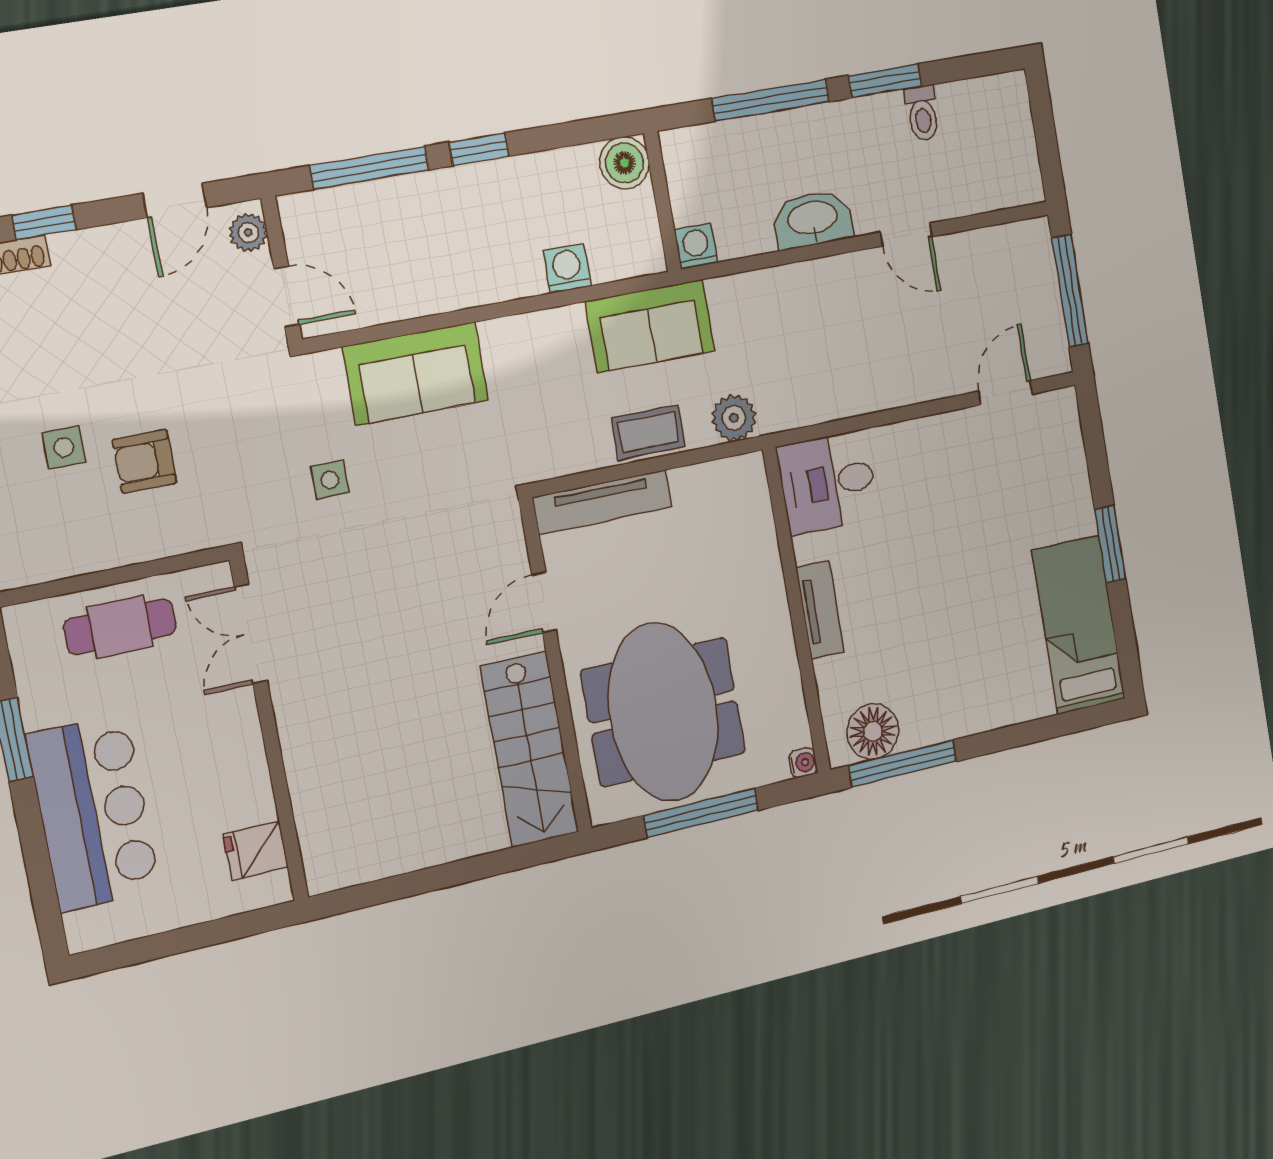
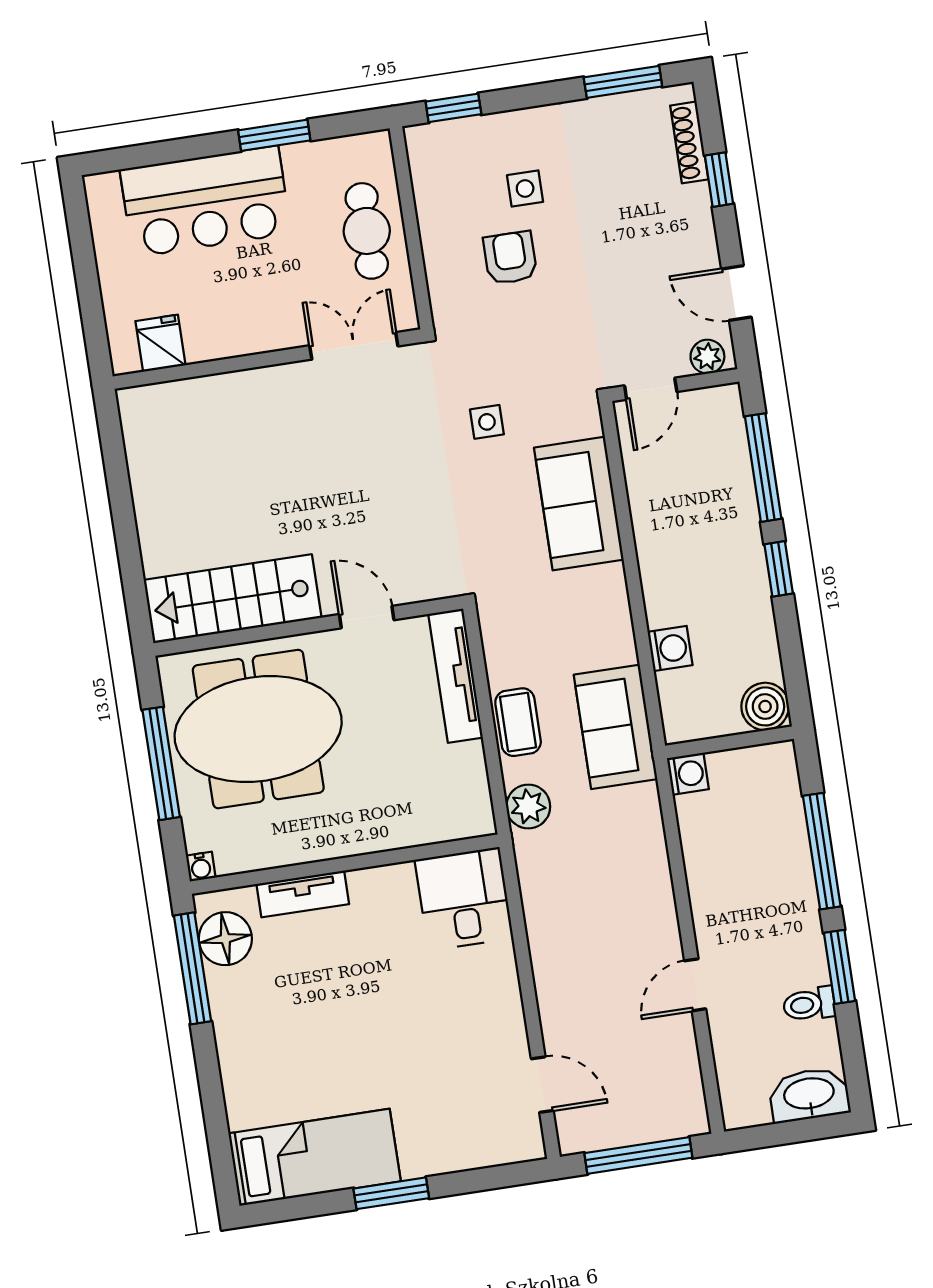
washbasin: (813, 219) -> (809, 1095), moved, turned -90
tv unit: (820, 610) -> (303, 894), moved

